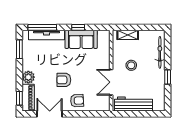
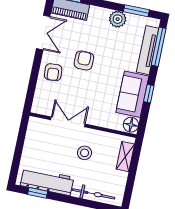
floor lamp: (104, 36) -> (131, 125), added
plant: (28, 77) -> (118, 19), moved
window: (168, 77) -> (38, 193), moved
workbench: (133, 104) -> (47, 181), moved, turned -90

